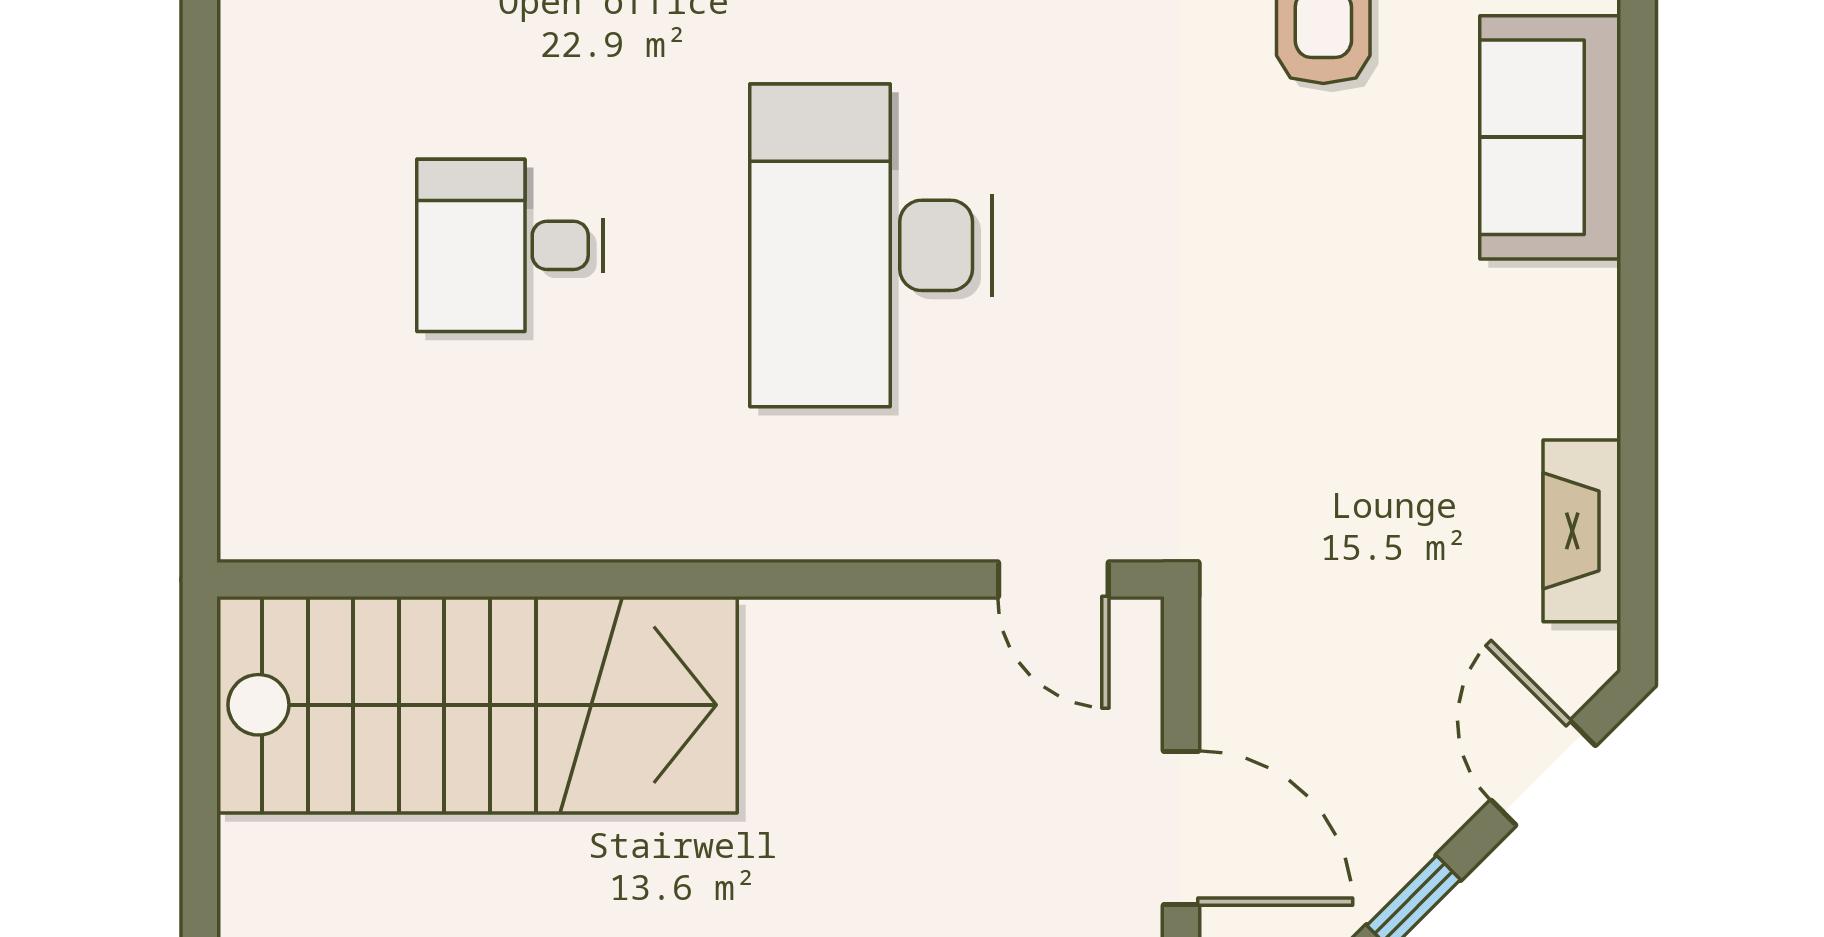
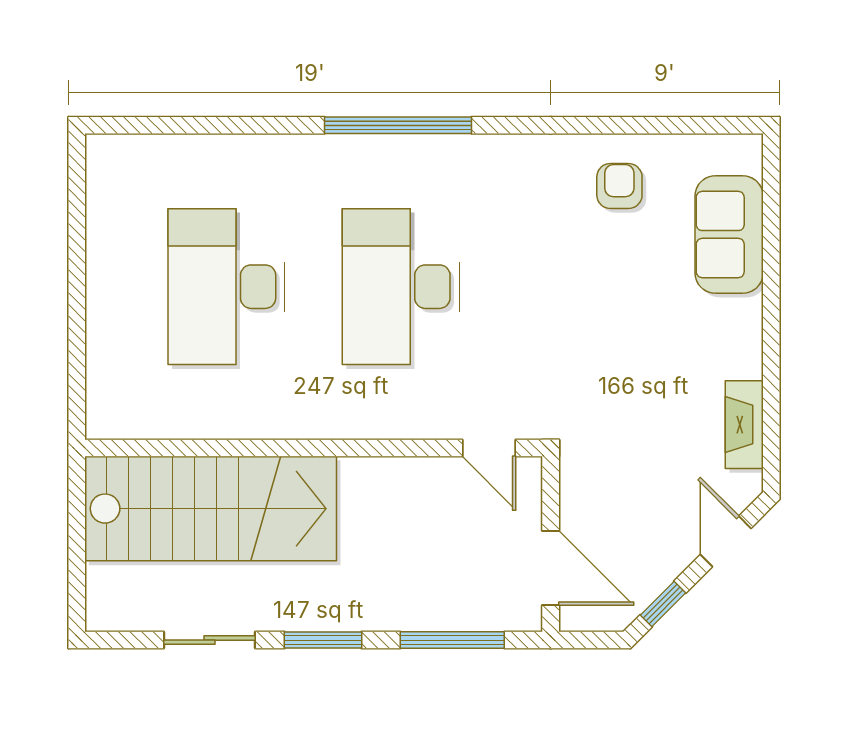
desk: (510, 245) -> (227, 287), width x1.87, depth x1.30

